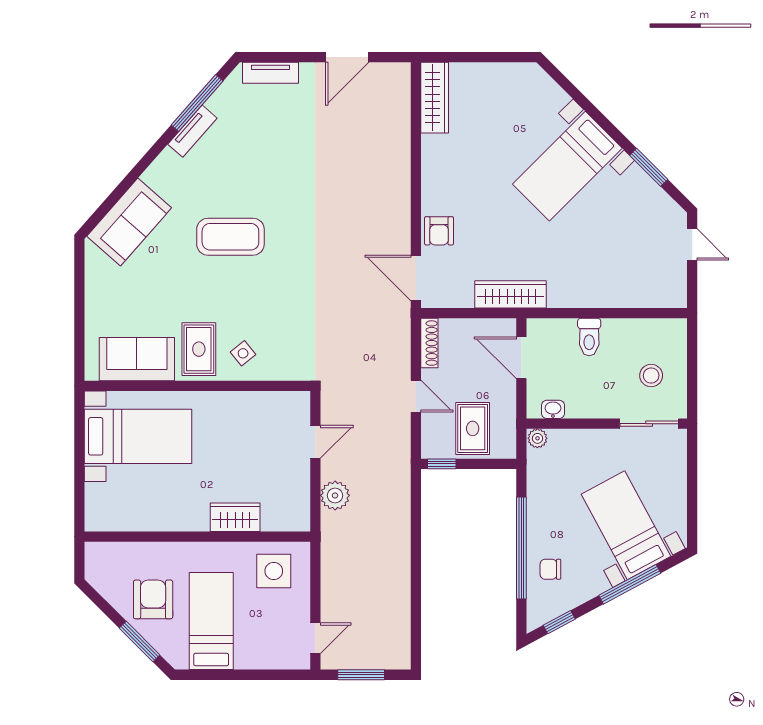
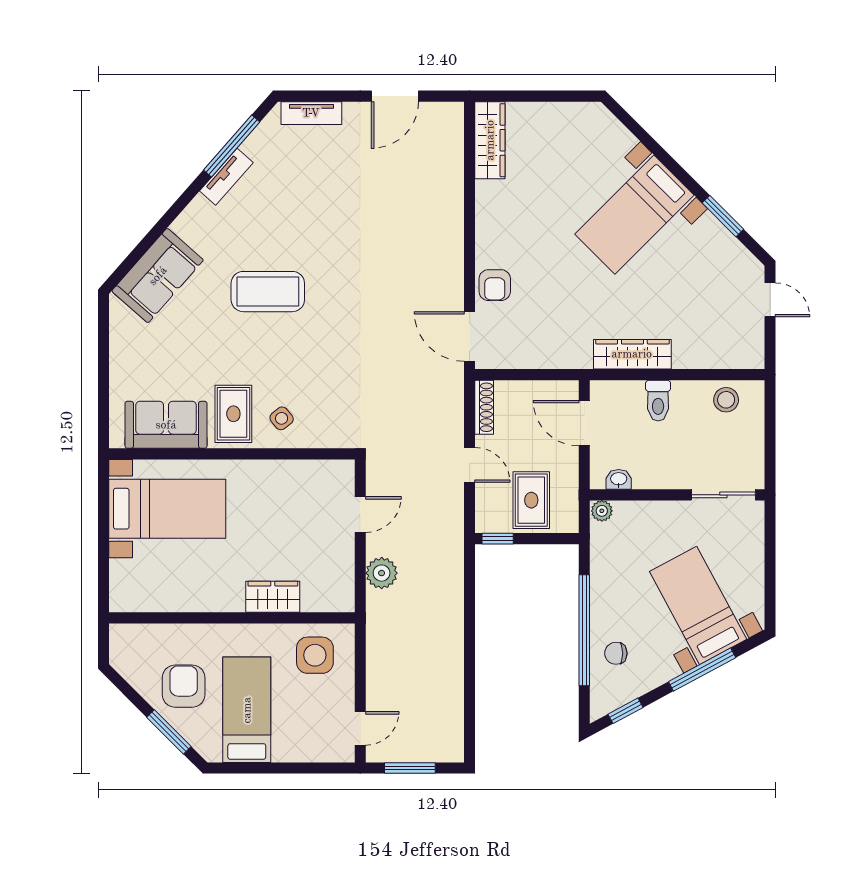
wardrobe: (511, 294) -> (632, 354), moved
stool: (651, 376) -> (726, 400), moved

